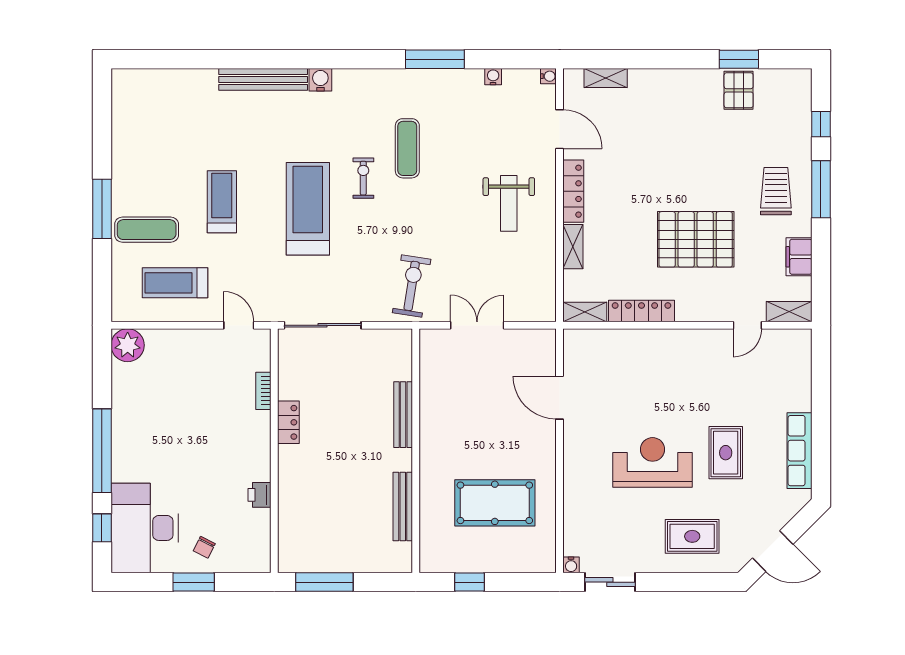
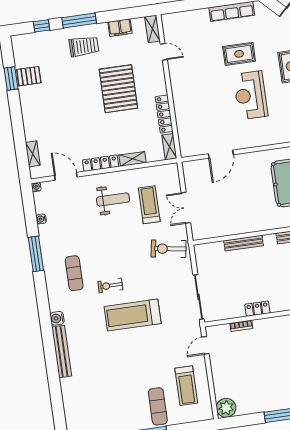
door: (560, 129) -> (66, 176), hinge flipped
exercise mat: (407, 148) -> (74, 273), moved, turned 90
trolley: (776, 191) -> (84, 46), turned 180
treadmill: (222, 202) -> (149, 205), moved, turned 90

